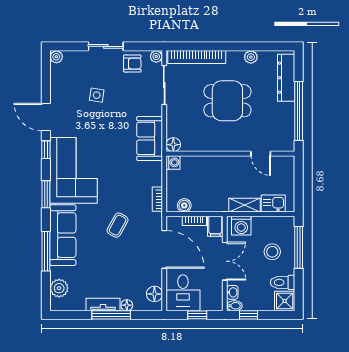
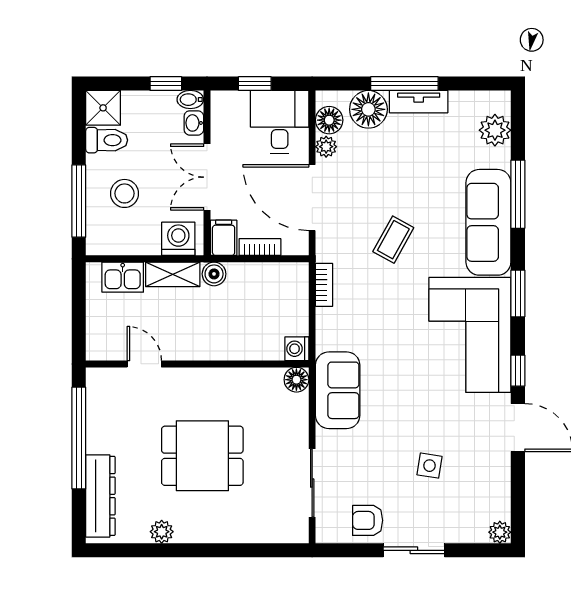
plant: (156, 56) -> (326, 147), moved
bookcase: (197, 57) -> (256, 532), removed
boiler: (184, 205) -> (214, 274), moved
floor lamp: (127, 305) -> (368, 109), width x1.89, depth x1.89

